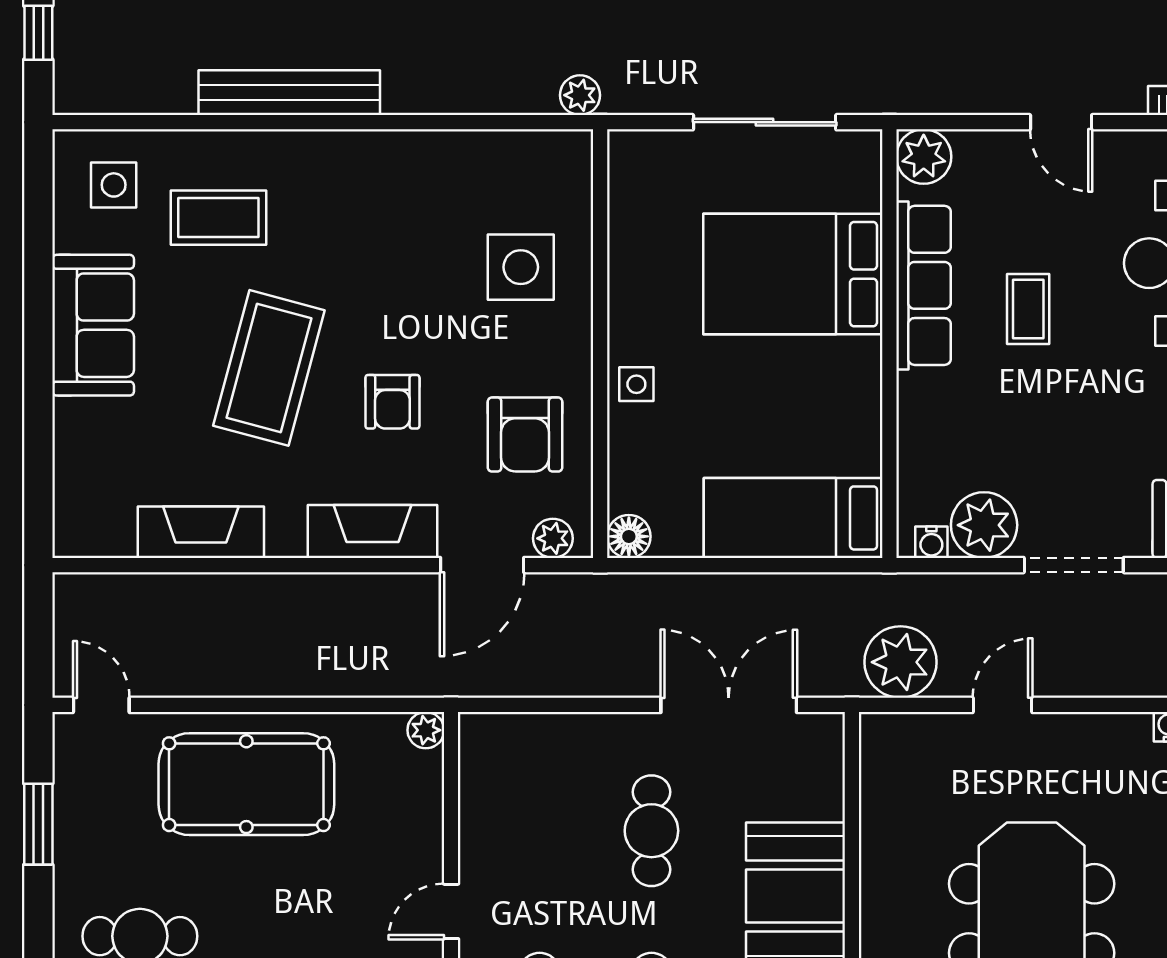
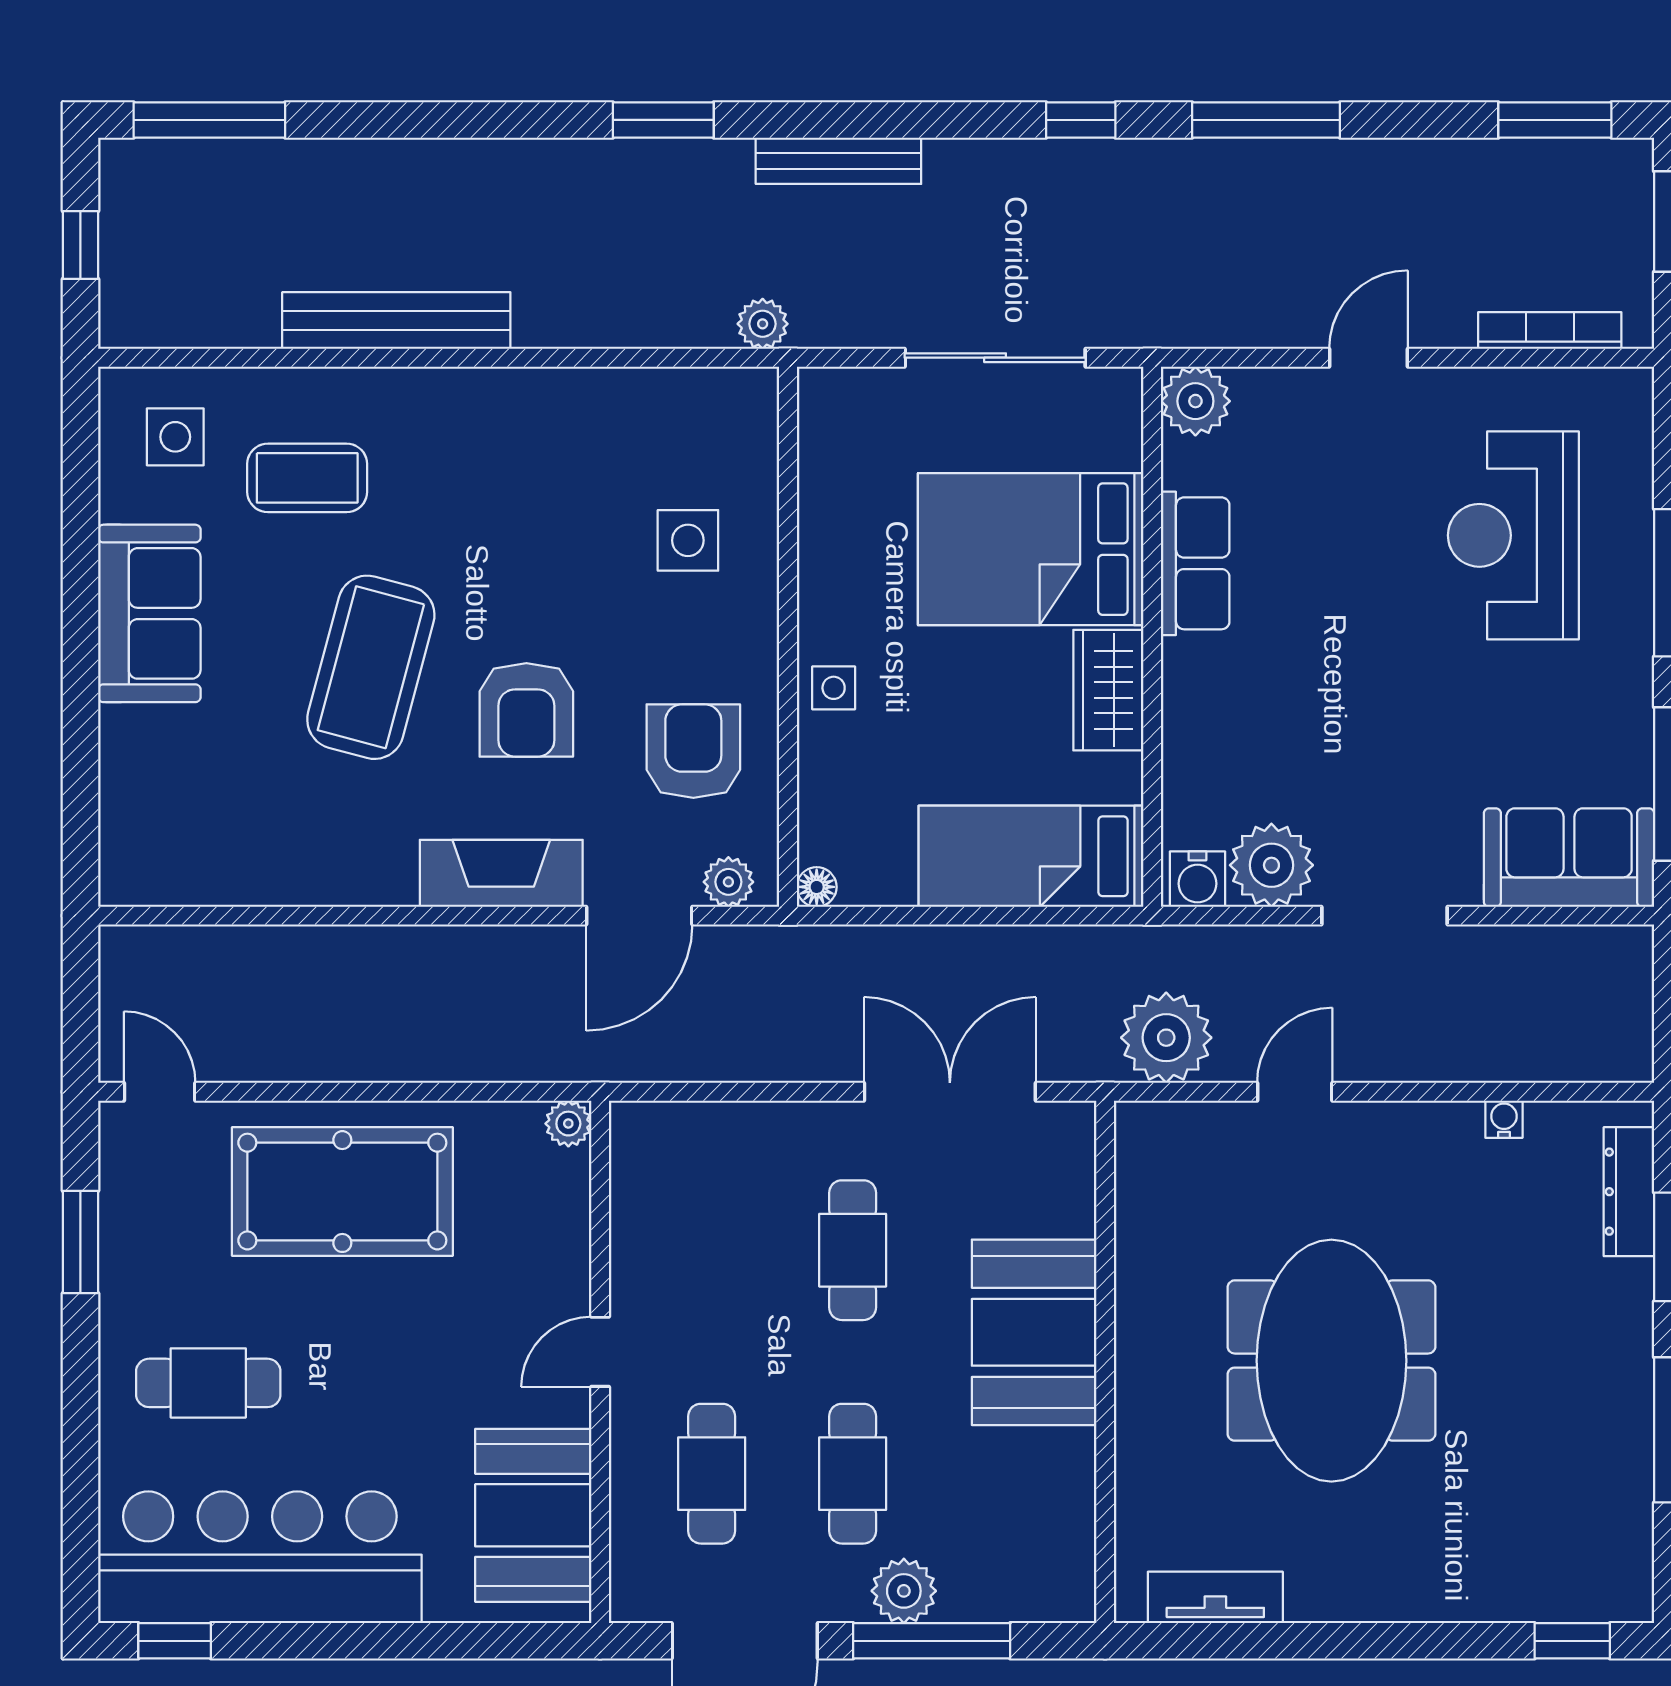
door: (1061, 122) -> (1368, 358), swing flipped
side table: (521, 267) -> (688, 540), width x0.73, depth x0.73
row of seats: (924, 285) -> (1195, 563), width x0.68
coffee table: (1028, 309) -> (1327, 593), removed
wardrobe: (855, 386) -> (1108, 690), added
armchair: (392, 402) -> (526, 710), width x1.38, depth x1.38
armchair: (525, 434) -> (693, 751), turned 180
fireplace: (201, 532) -> (285, 874), removed
floor lamp: (629, 536) -> (817, 887), width x0.73, depth x0.73
water cooler: (931, 542) -> (1197, 879), width x1.38, depth x1.38

